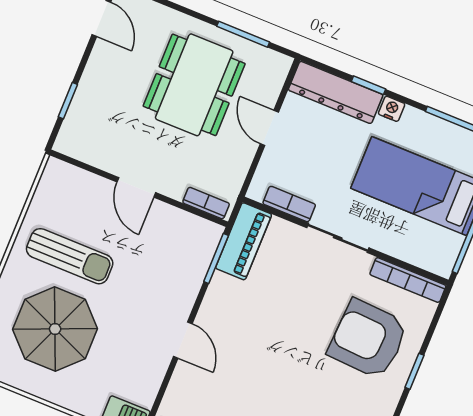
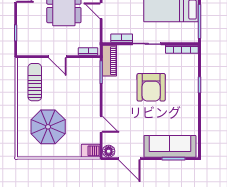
sun lounger: (70, 256) -> (35, 82), moved, turned -90
armchair: (368, 339) -> (151, 87), moved, turned -93
door: (183, 340) -> (101, 124), moved

